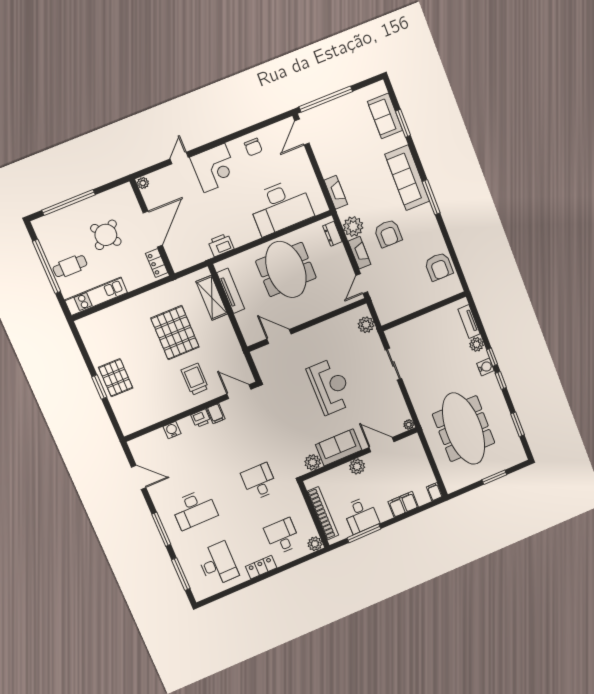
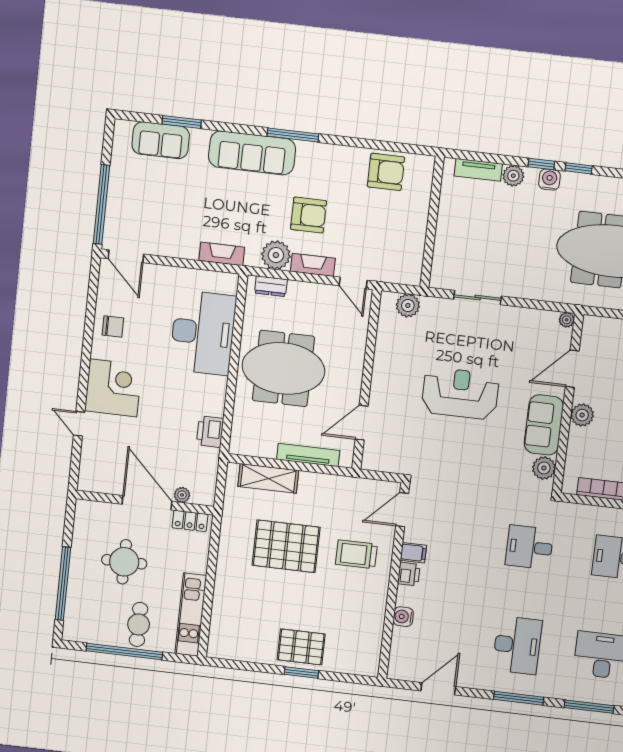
plant: (143, 183) -> (182, 495), moved
round table: (106, 235) -> (124, 562), turned 37
tv unit: (231, 291) -> (308, 455), moved

